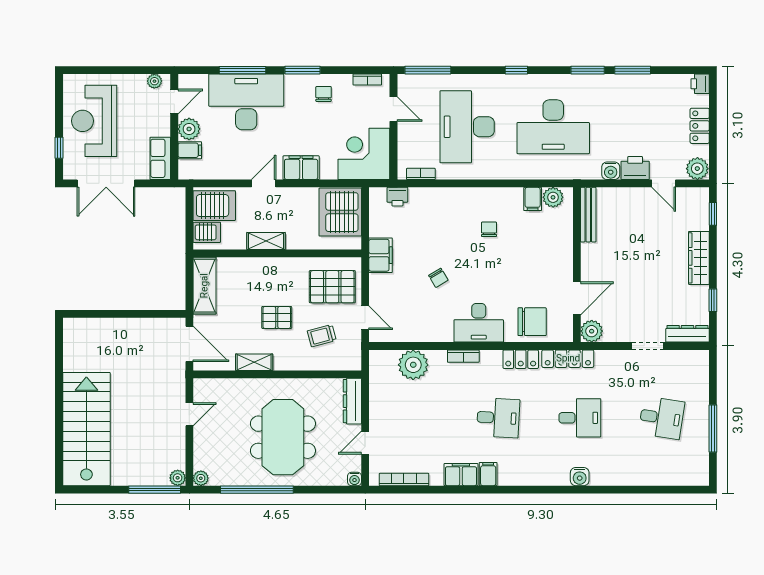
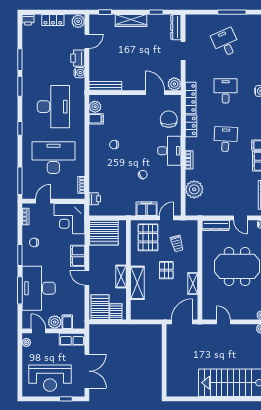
desk: (467, 127) -> (53, 158), turned 180
filing cabinet: (381, 255) -> (147, 209), moved
shelving: (205, 286) -> (137, 283), moved, turned 90
desk: (662, 418) -> (226, 43), turned -33

